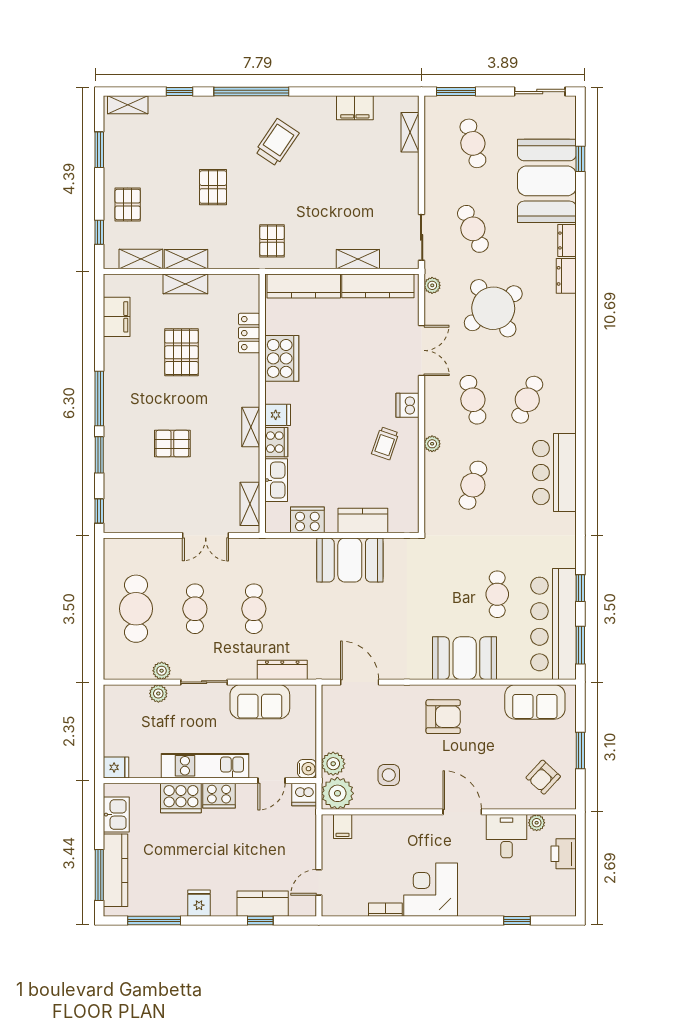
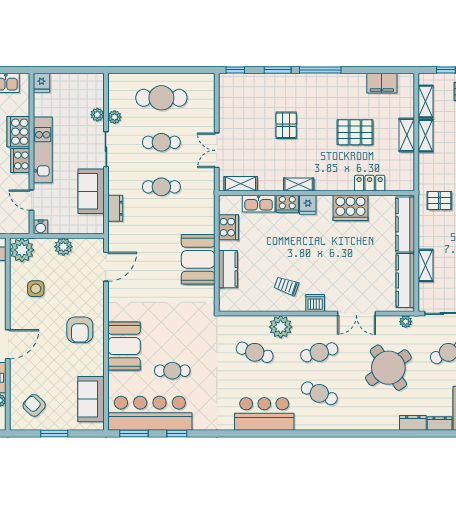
plant: (432, 444) -> (281, 327), width x1.87, depth x1.87
dresser: (282, 670) -> (115, 208), width x0.70
plant: (333, 764) -> (63, 247), moved
dishwasher: (304, 794) -> (21, 225), removed

